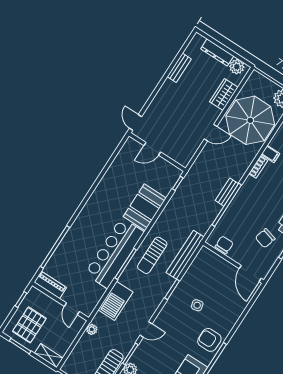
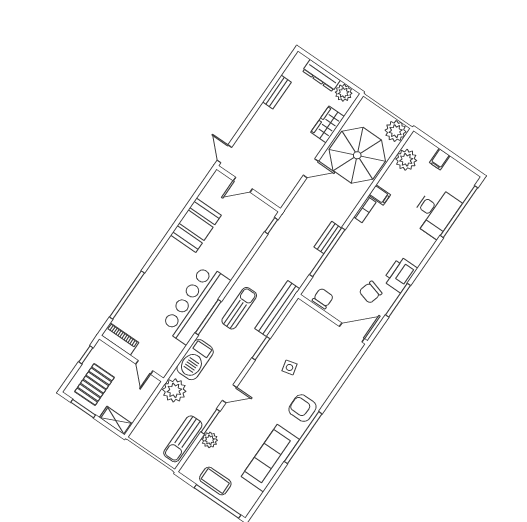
booth: (145, 207) -> (196, 225), moved
sun lounger: (152, 255) -> (239, 308), turned 180
door: (250, 273) -> (352, 332), swing flipped
plant: (92, 329) -> (174, 390), width x1.88, depth x1.88

